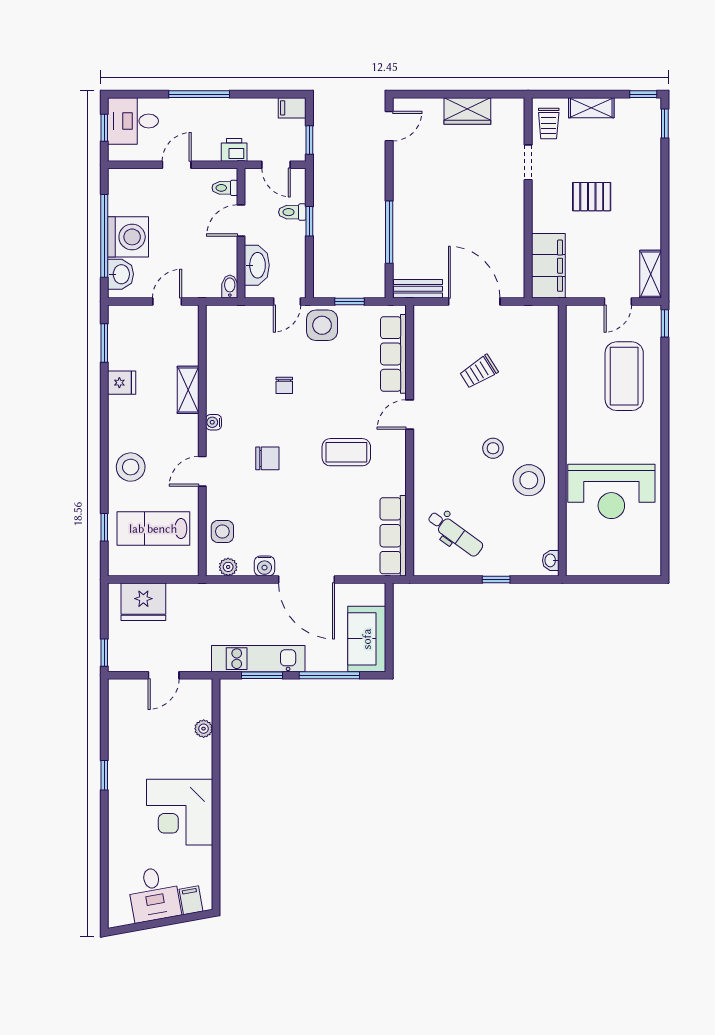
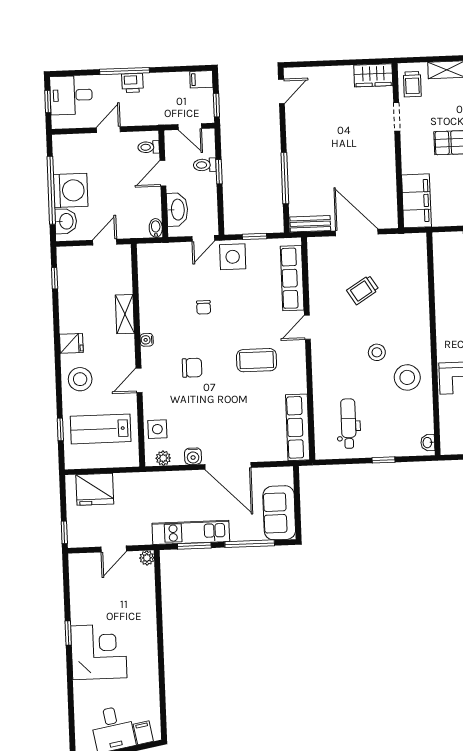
wardrobe: (467, 111) -> (373, 75), moved
printer: (234, 150) -> (132, 83), moved, turned 180
window: (104, 343) -> (55, 278), width x0.67
fridge: (122, 383) -> (71, 343), moved
dental chair: (455, 534) -> (348, 424), turned -126
plant: (204, 729) -> (147, 558), moved
corner desk: (180, 812) -> (99, 652), moved, turned 180

